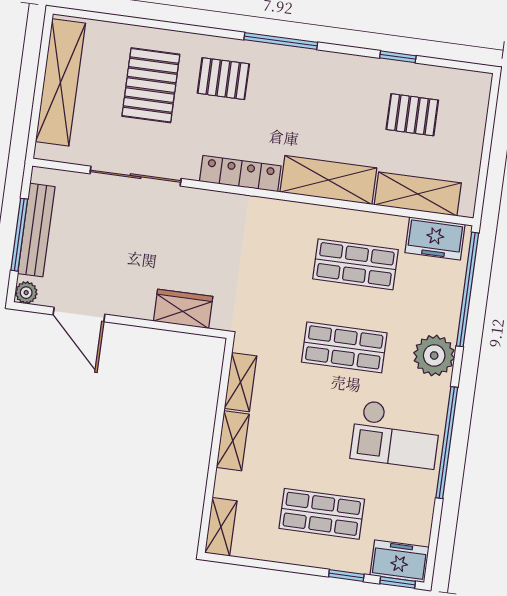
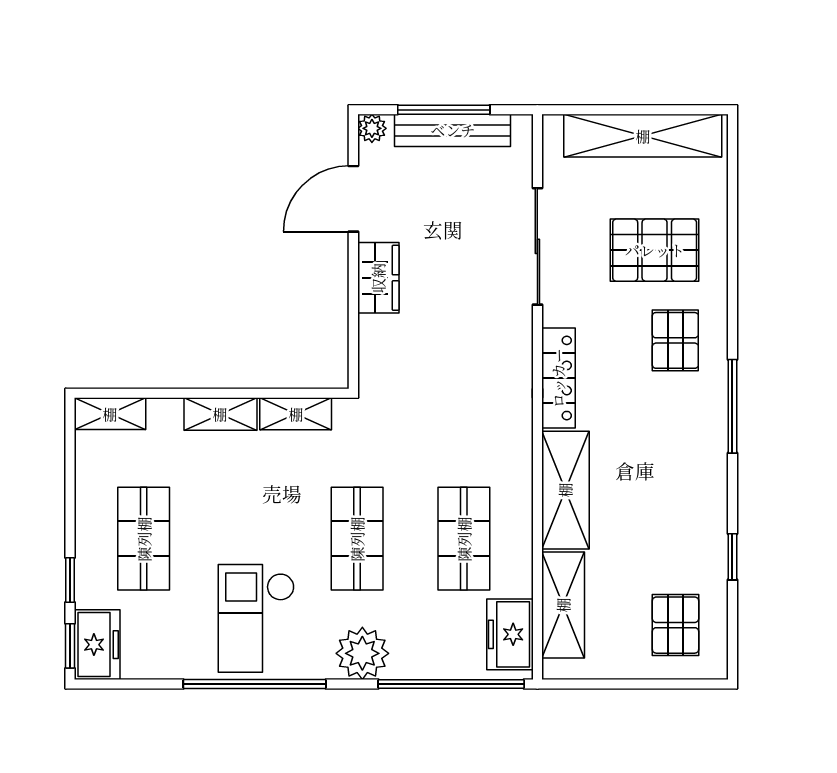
pallet: (412, 115) -> (675, 625), moved
wardrobe: (183, 309) -> (378, 278), moved

